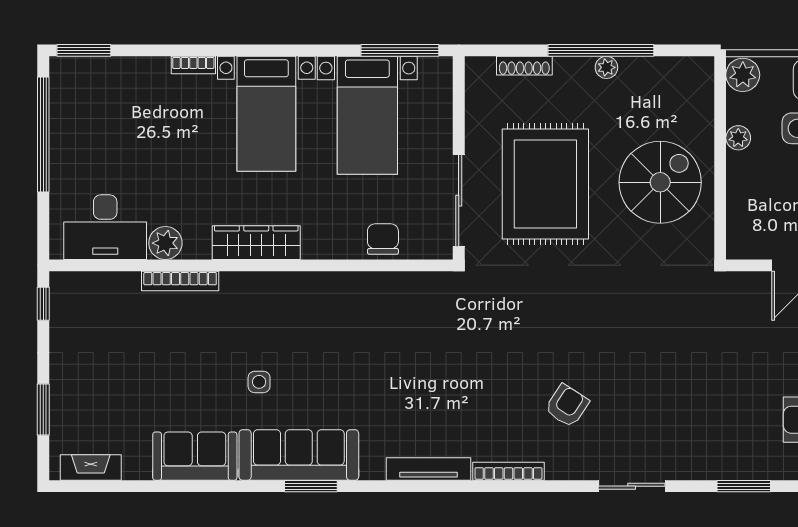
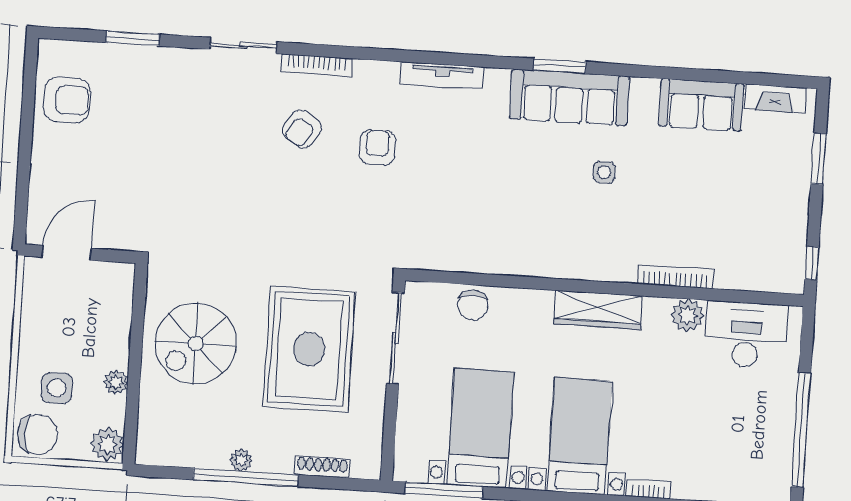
armchair: (489, 392) -> (378, 147), added
sofa: (195, 456) -> (701, 105), moved
bookcase: (508, 471) -> (317, 65), moved

